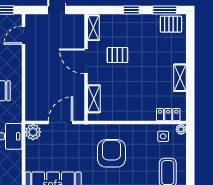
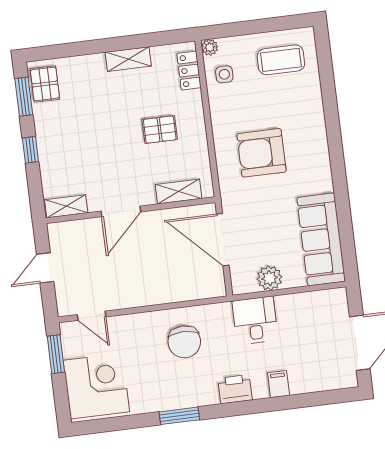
pallet: (117, 55) -> (160, 130), moved, turned 90
door: (60, 122) -> (223, 240), width x1.36
plant: (33, 132) -> (270, 278), moved

